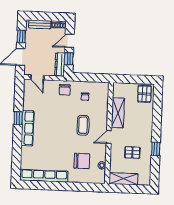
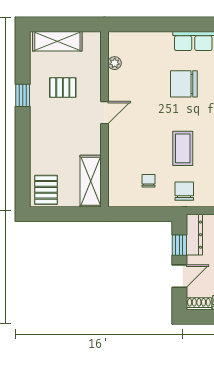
shelving: (118, 113) -> (91, 181), moved
coffee table: (83, 125) -> (183, 148), moved
chair: (82, 161) -> (184, 84), moved
shelving: (123, 179) -> (57, 41), moved

